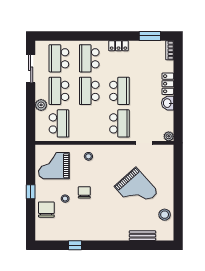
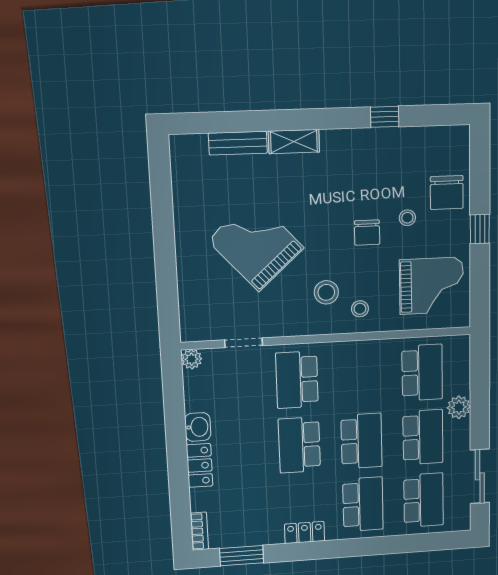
school desk: (59, 123) -> (422, 373), turned 180
stool: (165, 215) -> (326, 292), moved
shelving: (117, 235) -> (294, 142), added

